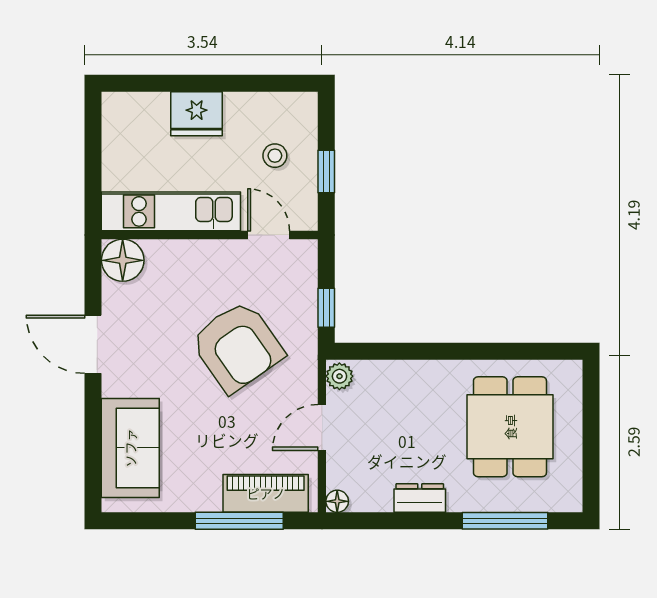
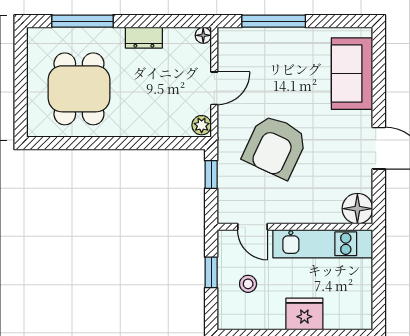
armchair: (237, 346) -> (275, 147), turned -120
piano: (266, 493) -> (255, 41), removed

